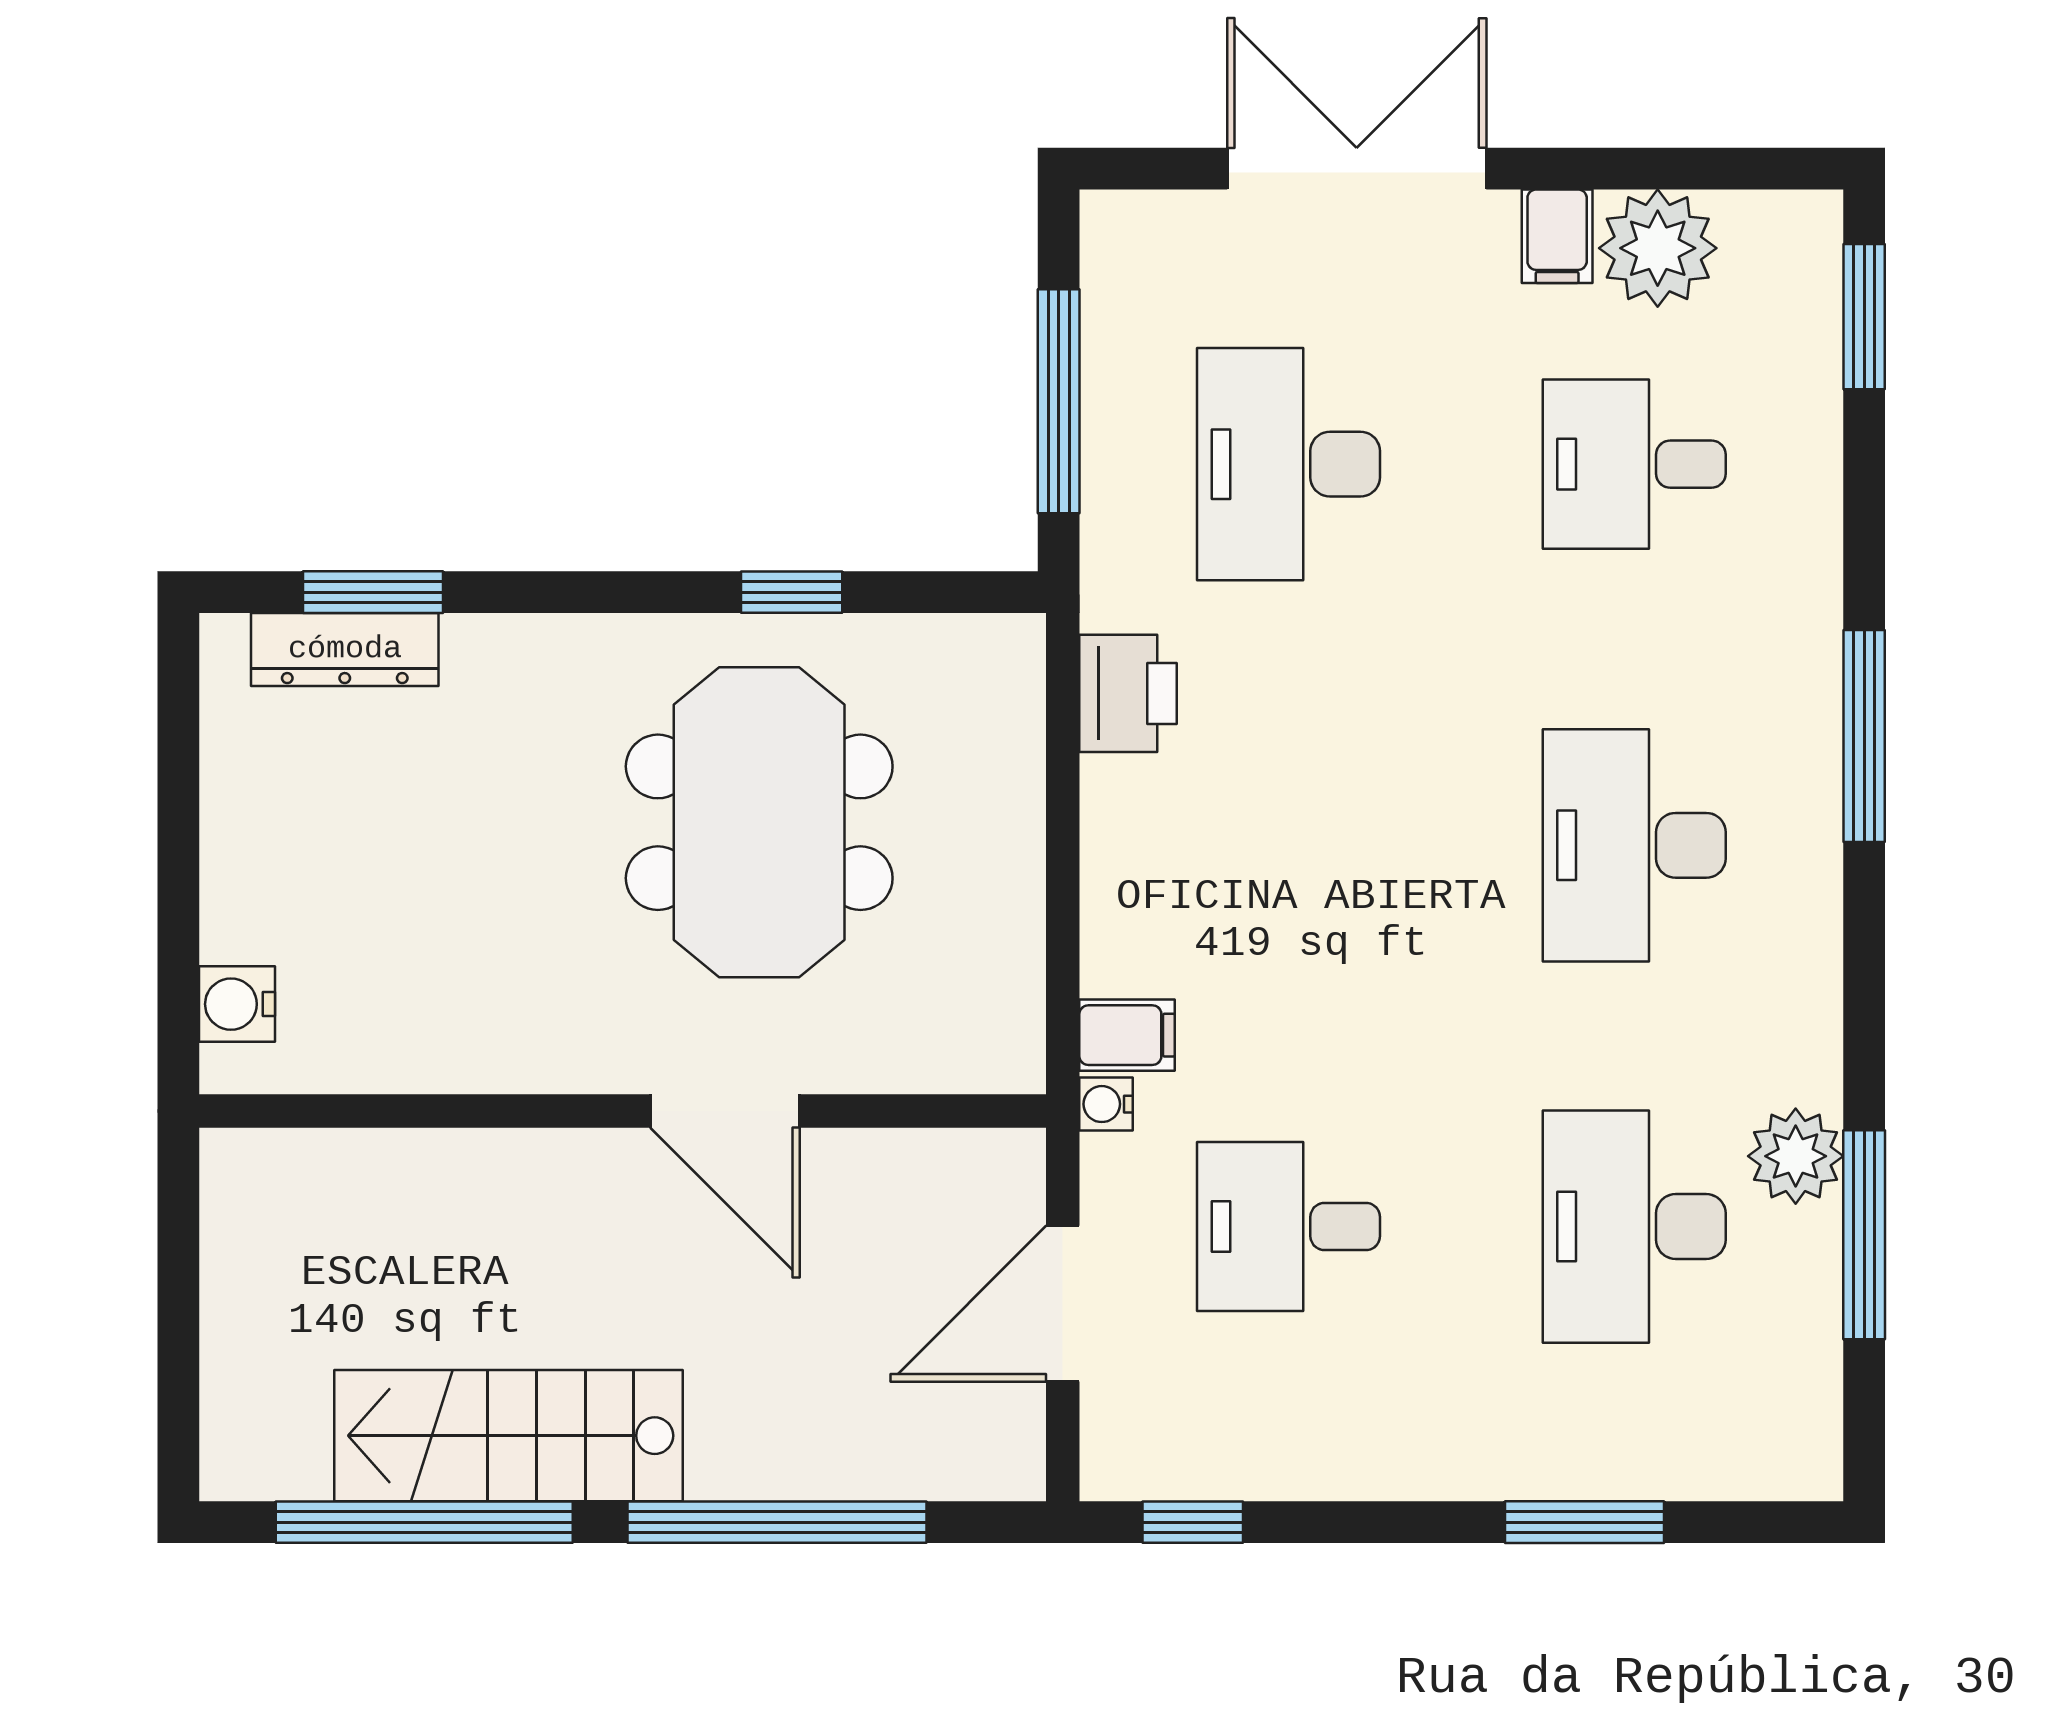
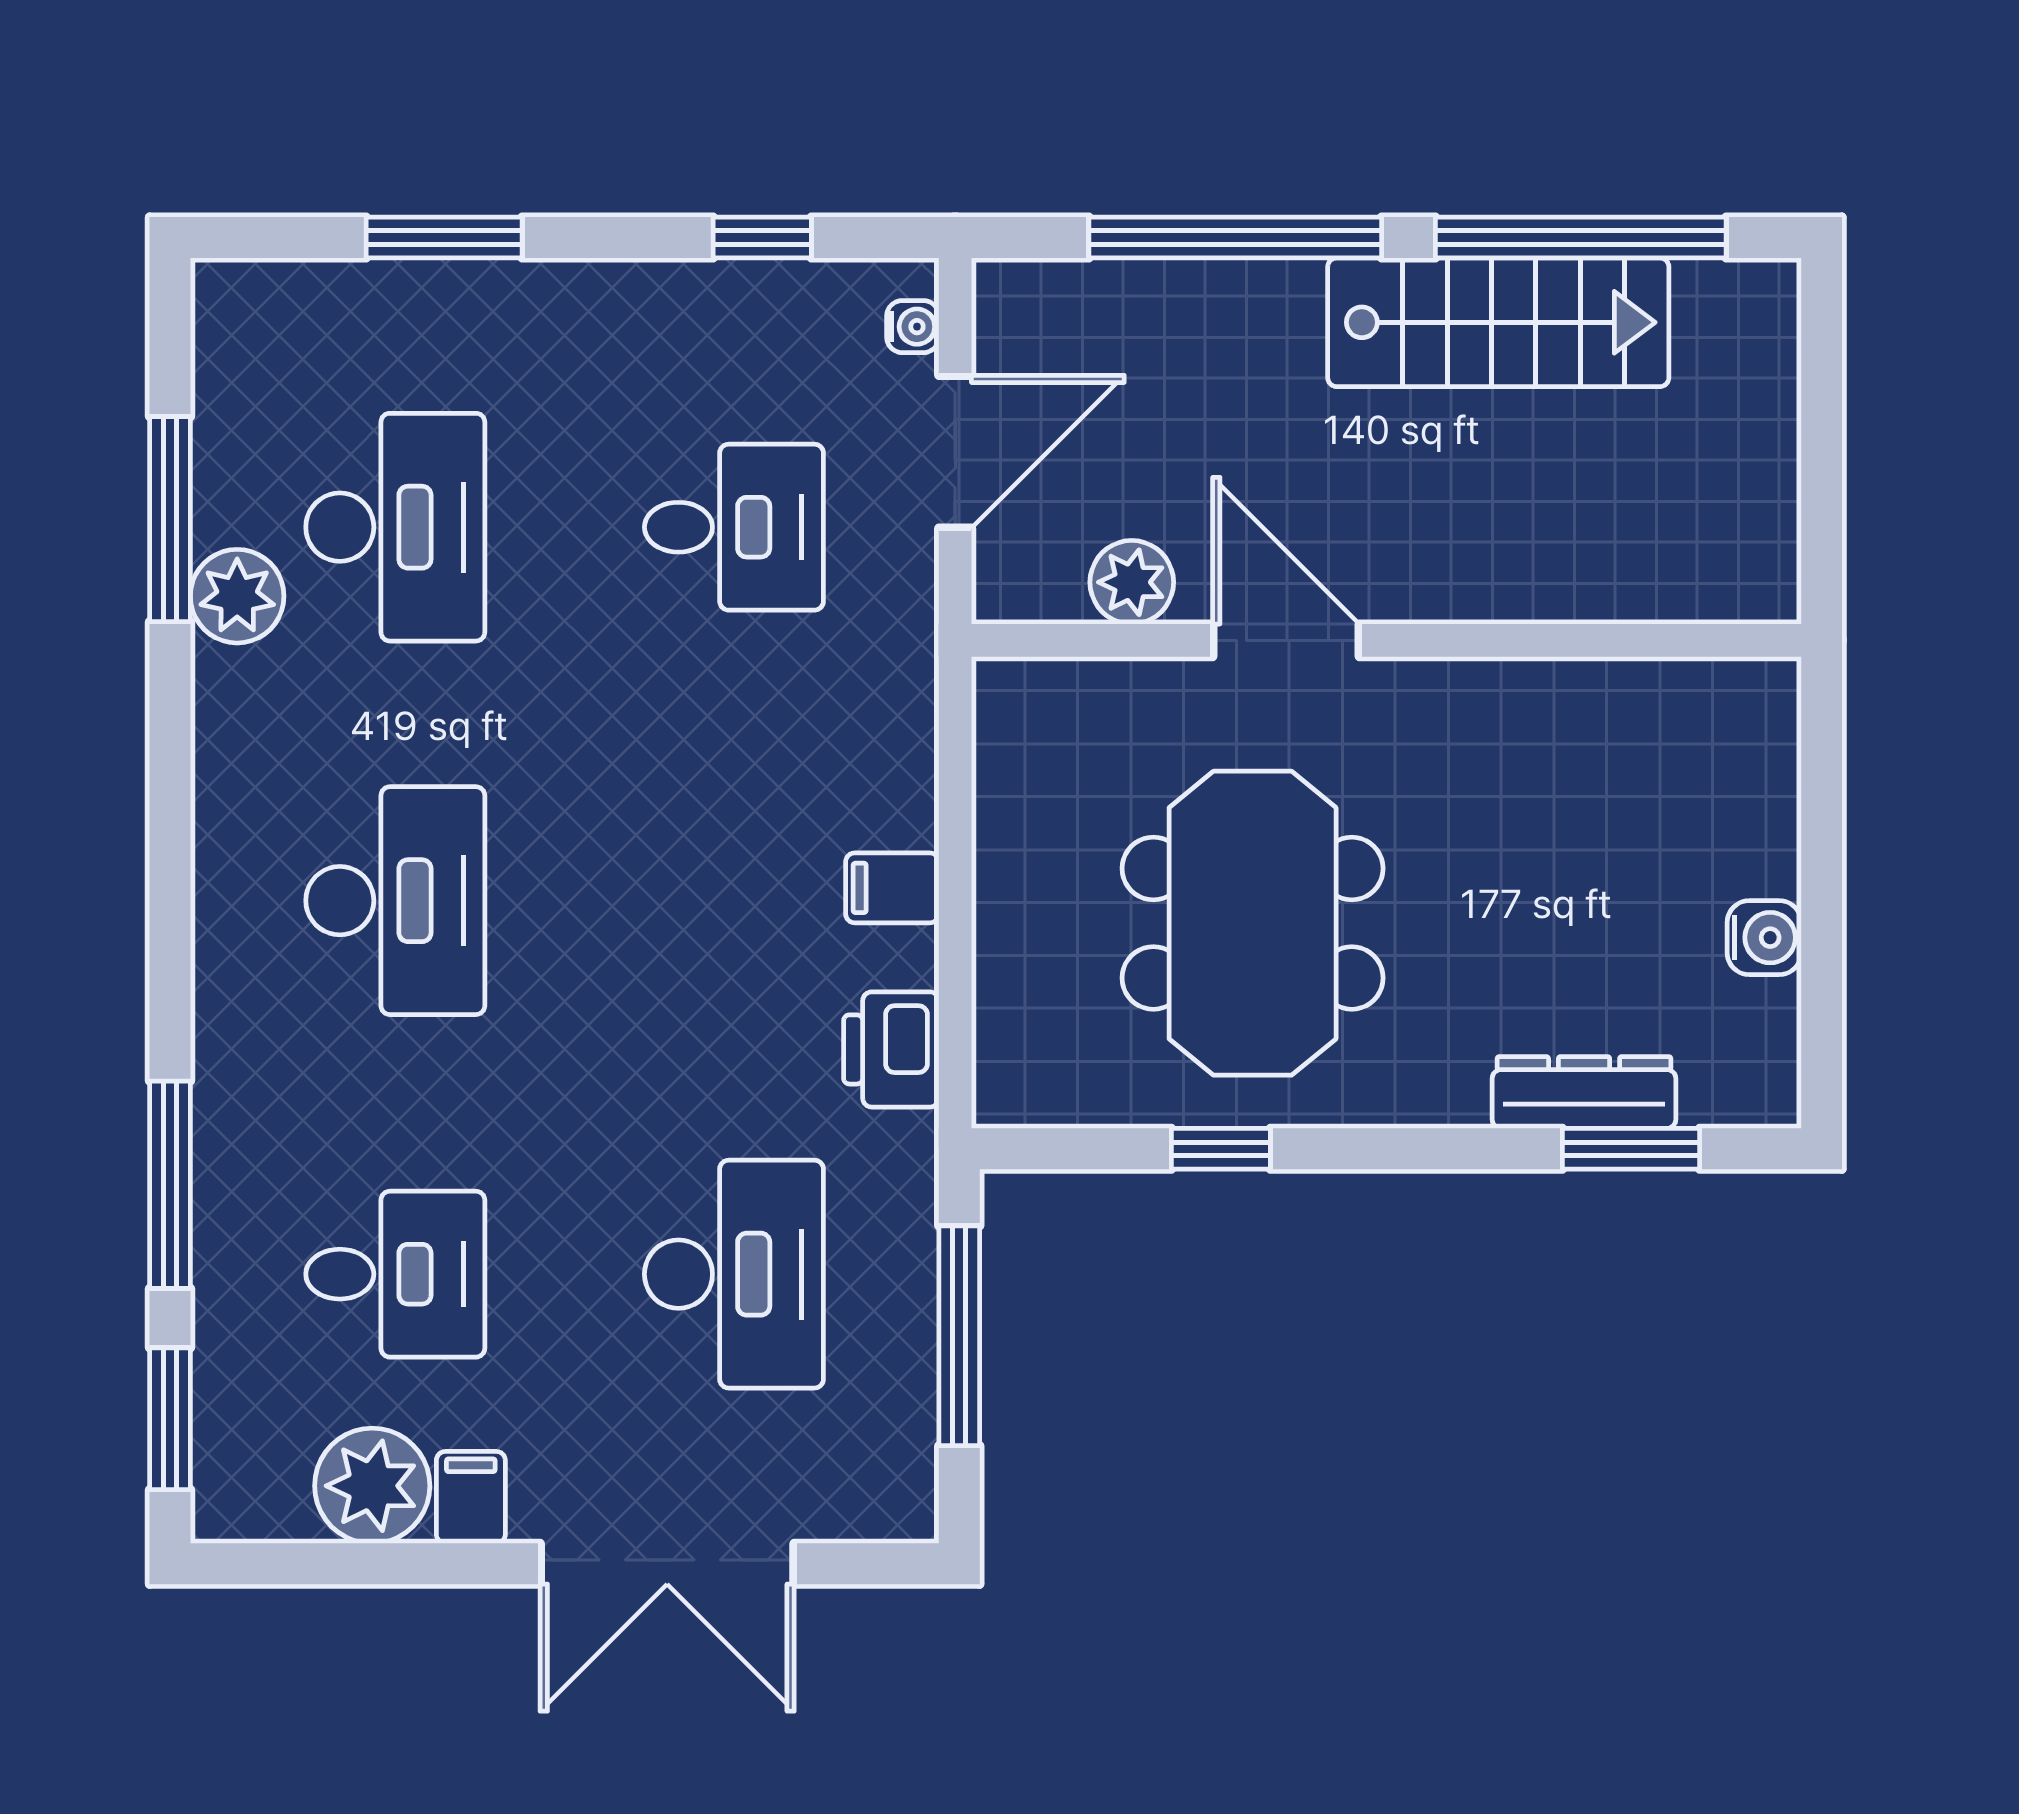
dresser: (345, 649) -> (1584, 1093), moved
window: (1864, 736) -> (170, 1185), moved
water cooler: (237, 1004) -> (1764, 938), moved
filing cabinet: (1127, 1035) -> (892, 888), moved
water cooler: (1106, 1104) -> (913, 327), moved
plant: (883, 1170) -> (1132, 582), added
window: (1193, 1522) -> (762, 238), moved

